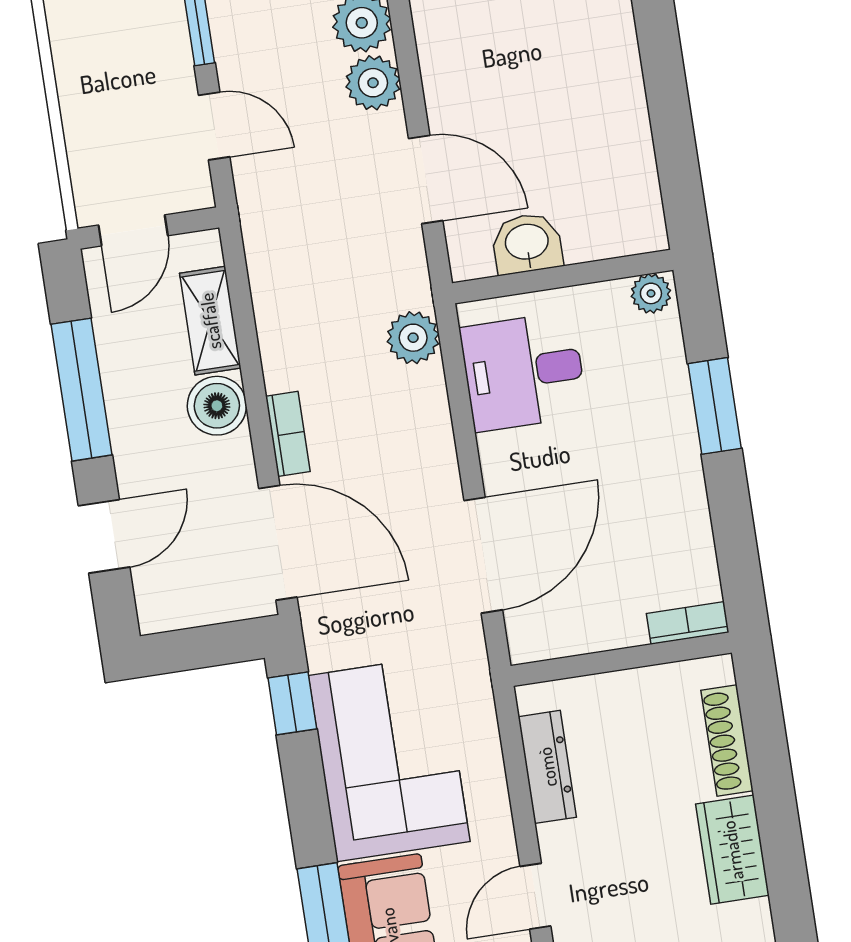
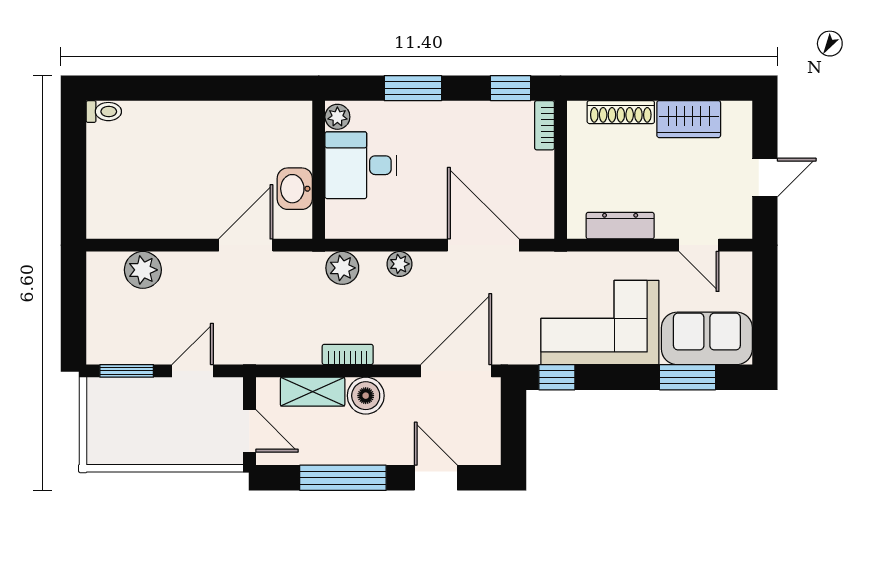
plant: (373, 83) -> (400, 264), moved, width x0.73, depth x0.73
desk: (524, 372) -> (361, 165), moved, turned 90
bookcase: (288, 434) -> (348, 354), moved
window: (738, 560) -> (511, 88), added

